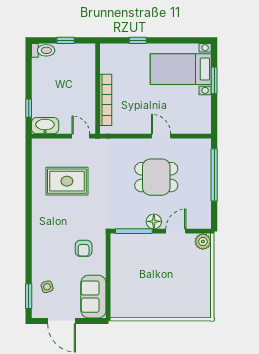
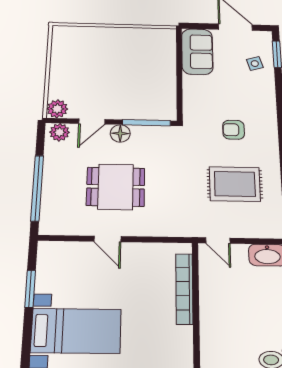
window: (214, 80) -> (30, 289), moved
plant: (200, 221) -> (60, 132), added
armchair: (84, 248) -> (234, 130), moved, turned -90

